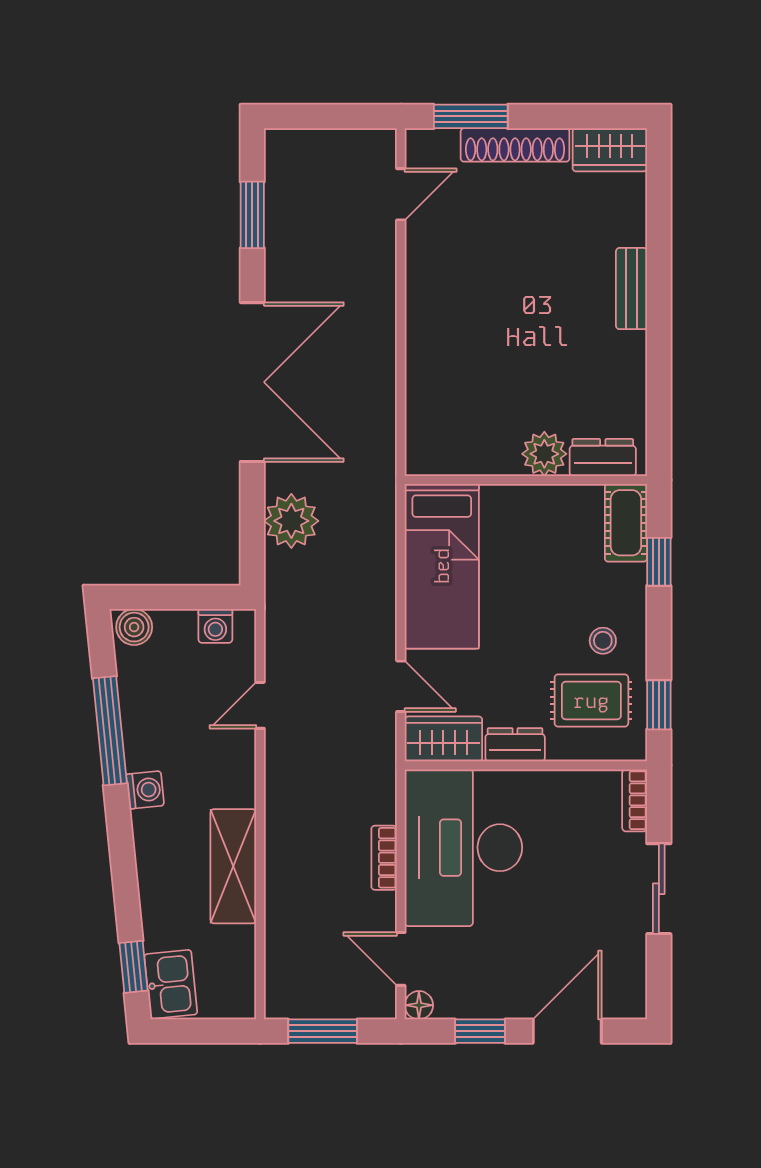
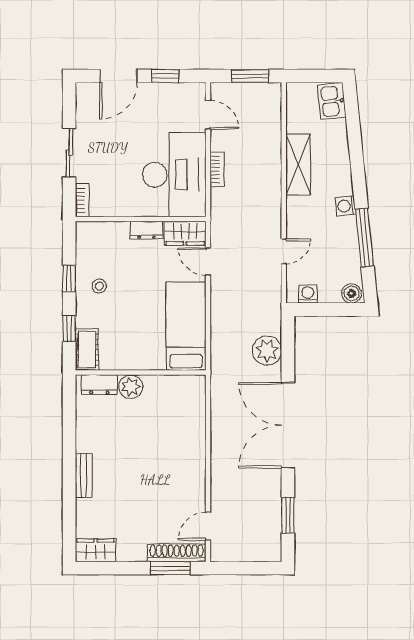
shoe rack: (515, 145) -> (177, 553), moved
rug: (591, 701) -> (105, 254), removed
window: (659, 705) -> (69, 278), moved
window: (134, 967) -> (352, 111), removed
floor lamp: (419, 1005) -> (198, 90), removed

